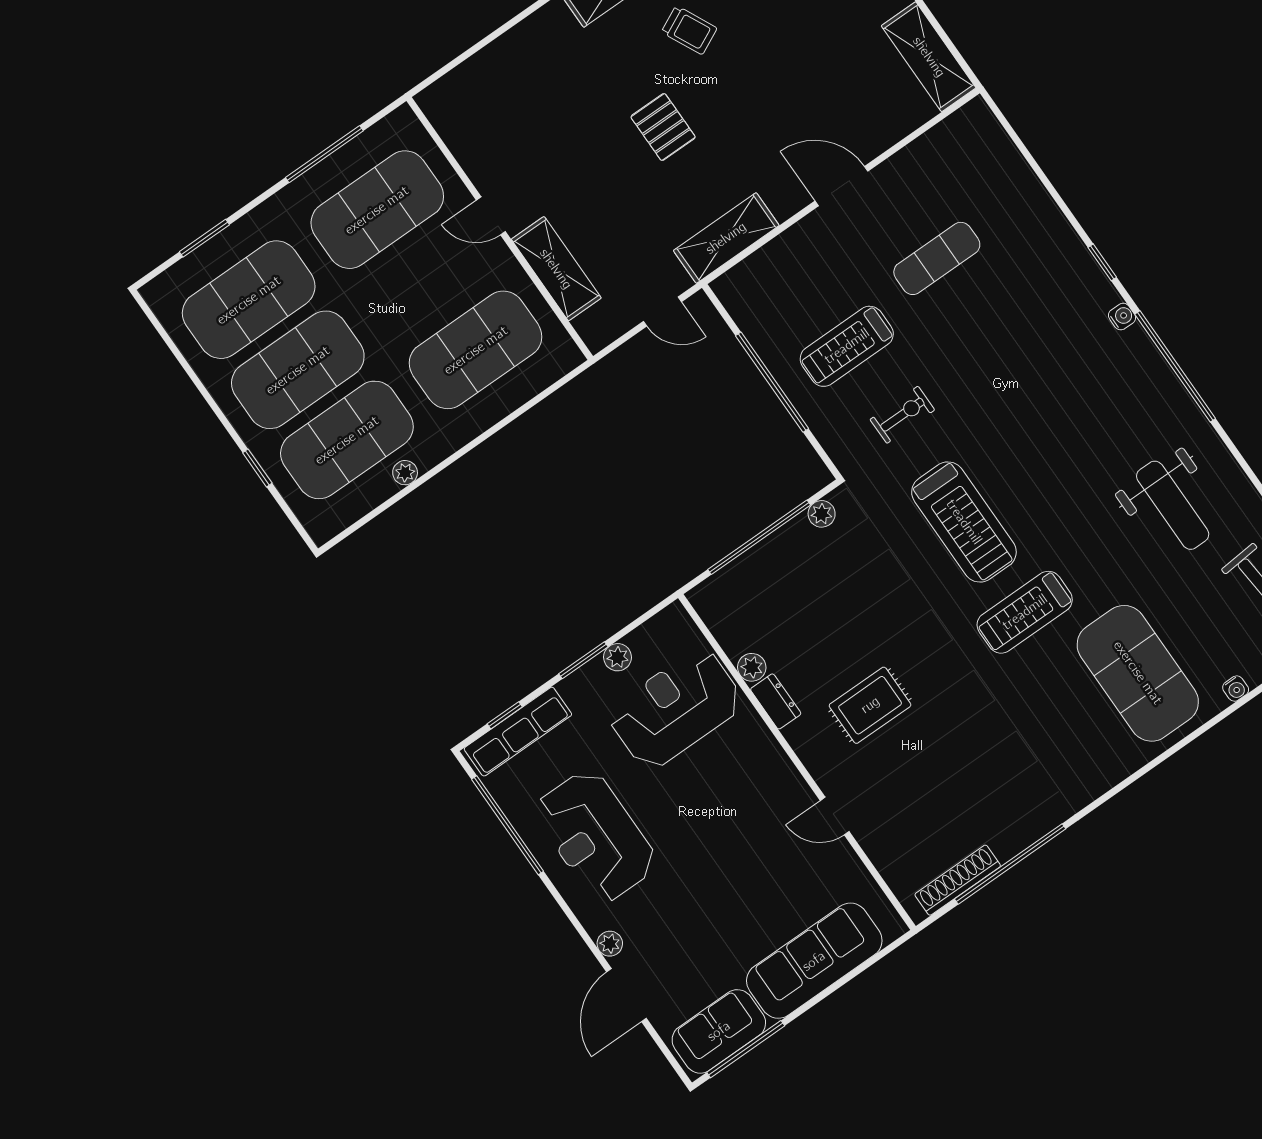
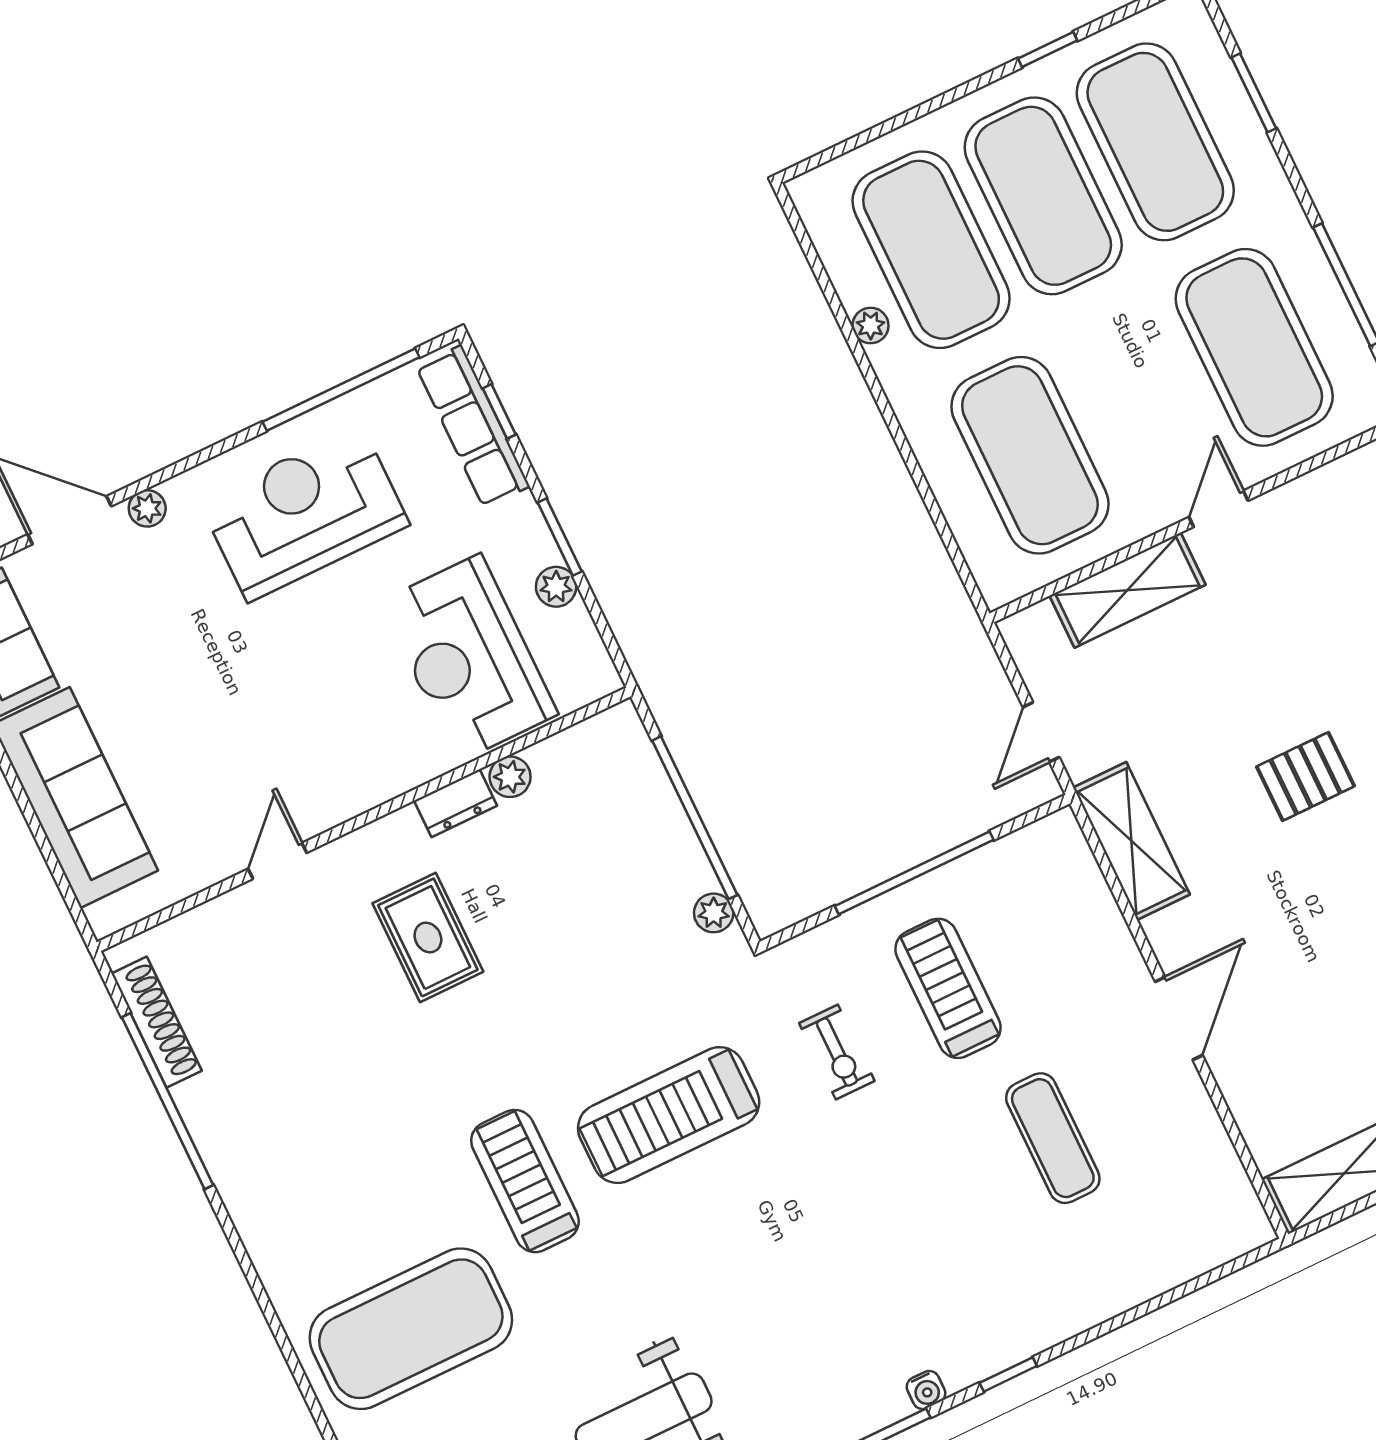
window: (257, 468) -> (1048, 49), moved
reception desk: (676, 709) -> (469, 658), turned 180

